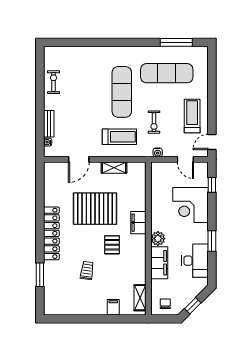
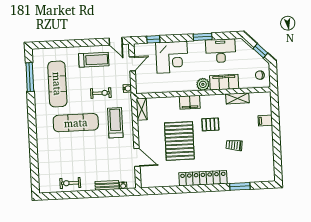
treadmill: (192, 116) -> (94, 60), turned 180
shelving: (114, 168) -> (142, 109), moved
shelving: (140, 298) -> (237, 98), moved

